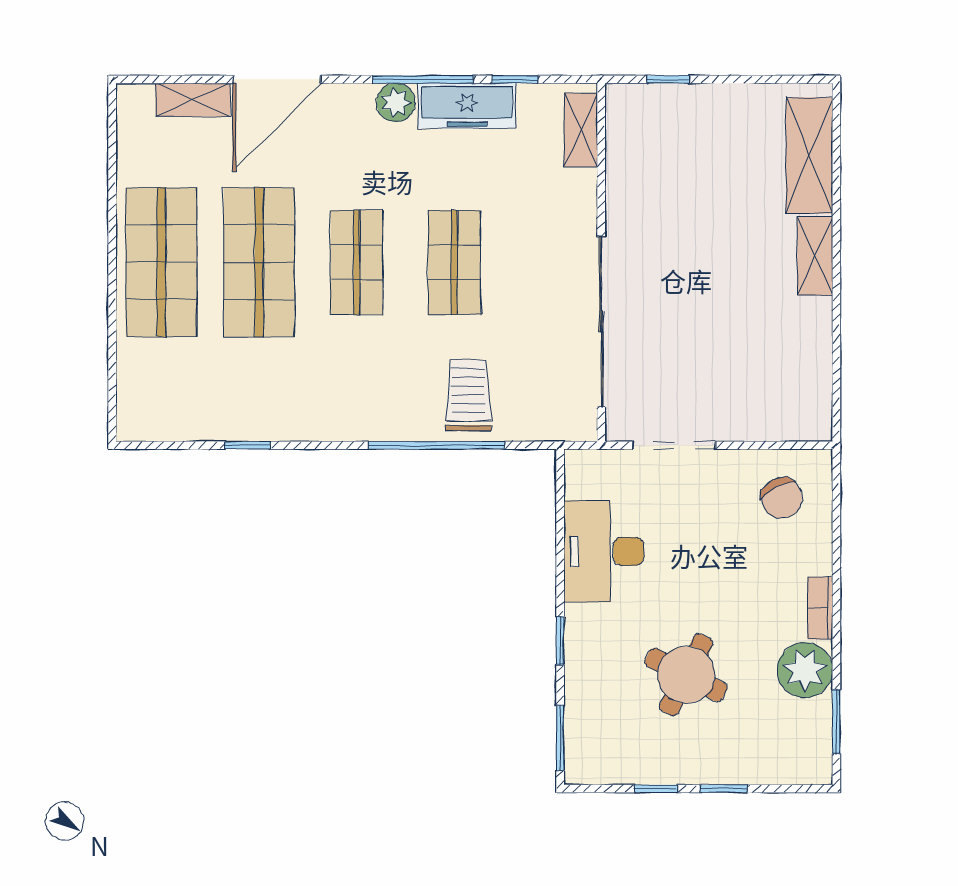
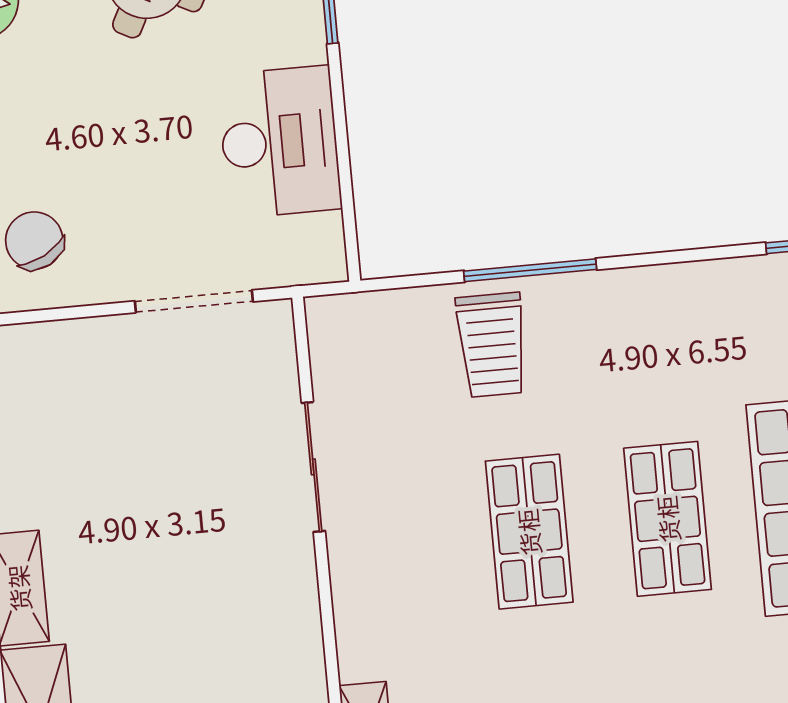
sliding door: (601, 322) -> (313, 467), width x0.54
window: (437, 445) -> (530, 270), width x0.68

